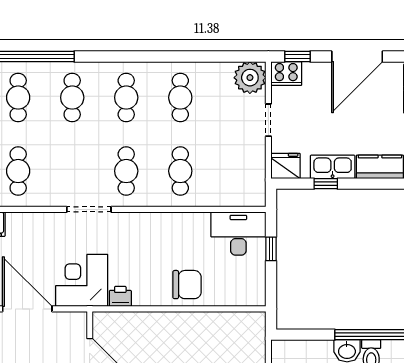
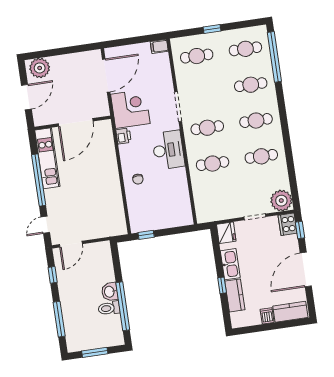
door: (357, 57) -> (306, 270), hinge flipped
window: (326, 184) -> (222, 285), moved
desk: (238, 233) -> (168, 150), moved
window: (271, 249) -> (146, 235), moved
chair: (187, 285) -> (138, 179), width x0.54, depth x0.54

